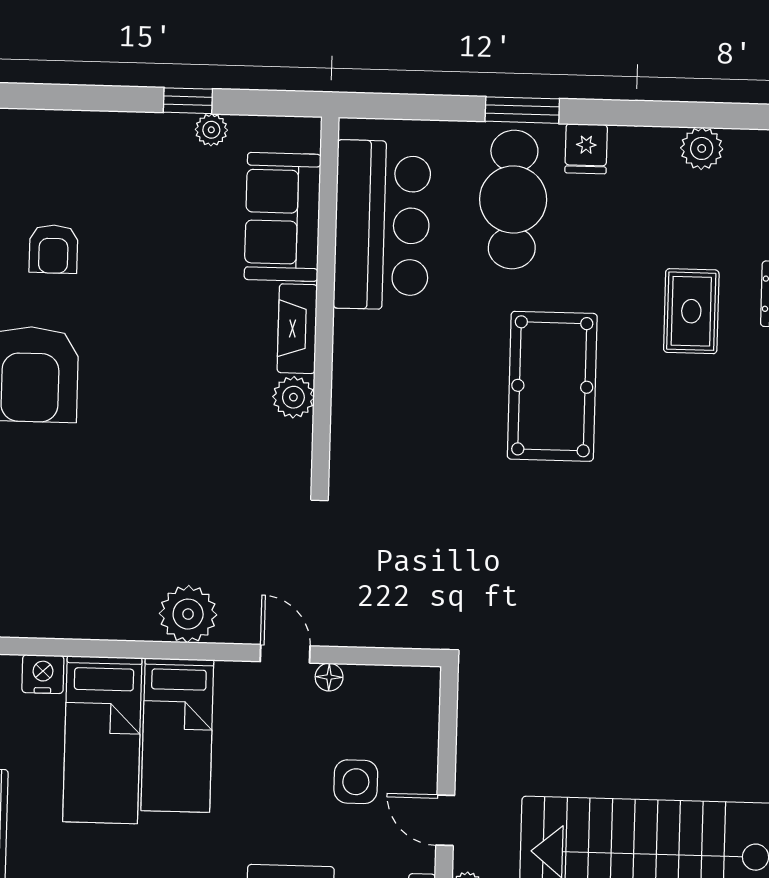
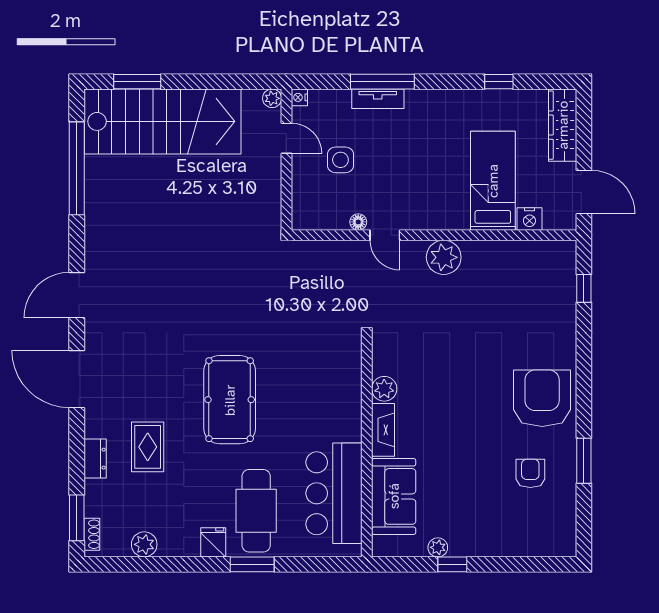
bed: (177, 735) -> (448, 185), removed

